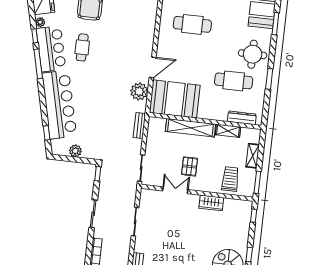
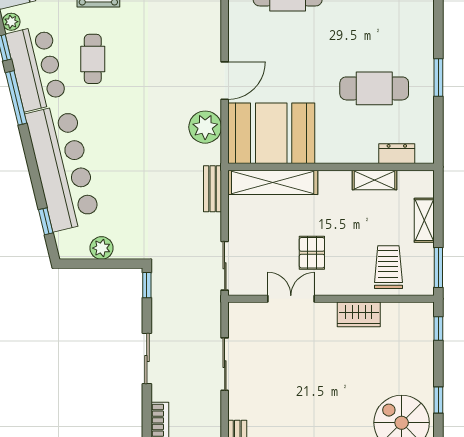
round table: (253, 54) -> (403, 36), removed
dresser: (242, 118) -> (397, 154), width x0.70
shelving: (191, 128) -> (273, 182), moved

